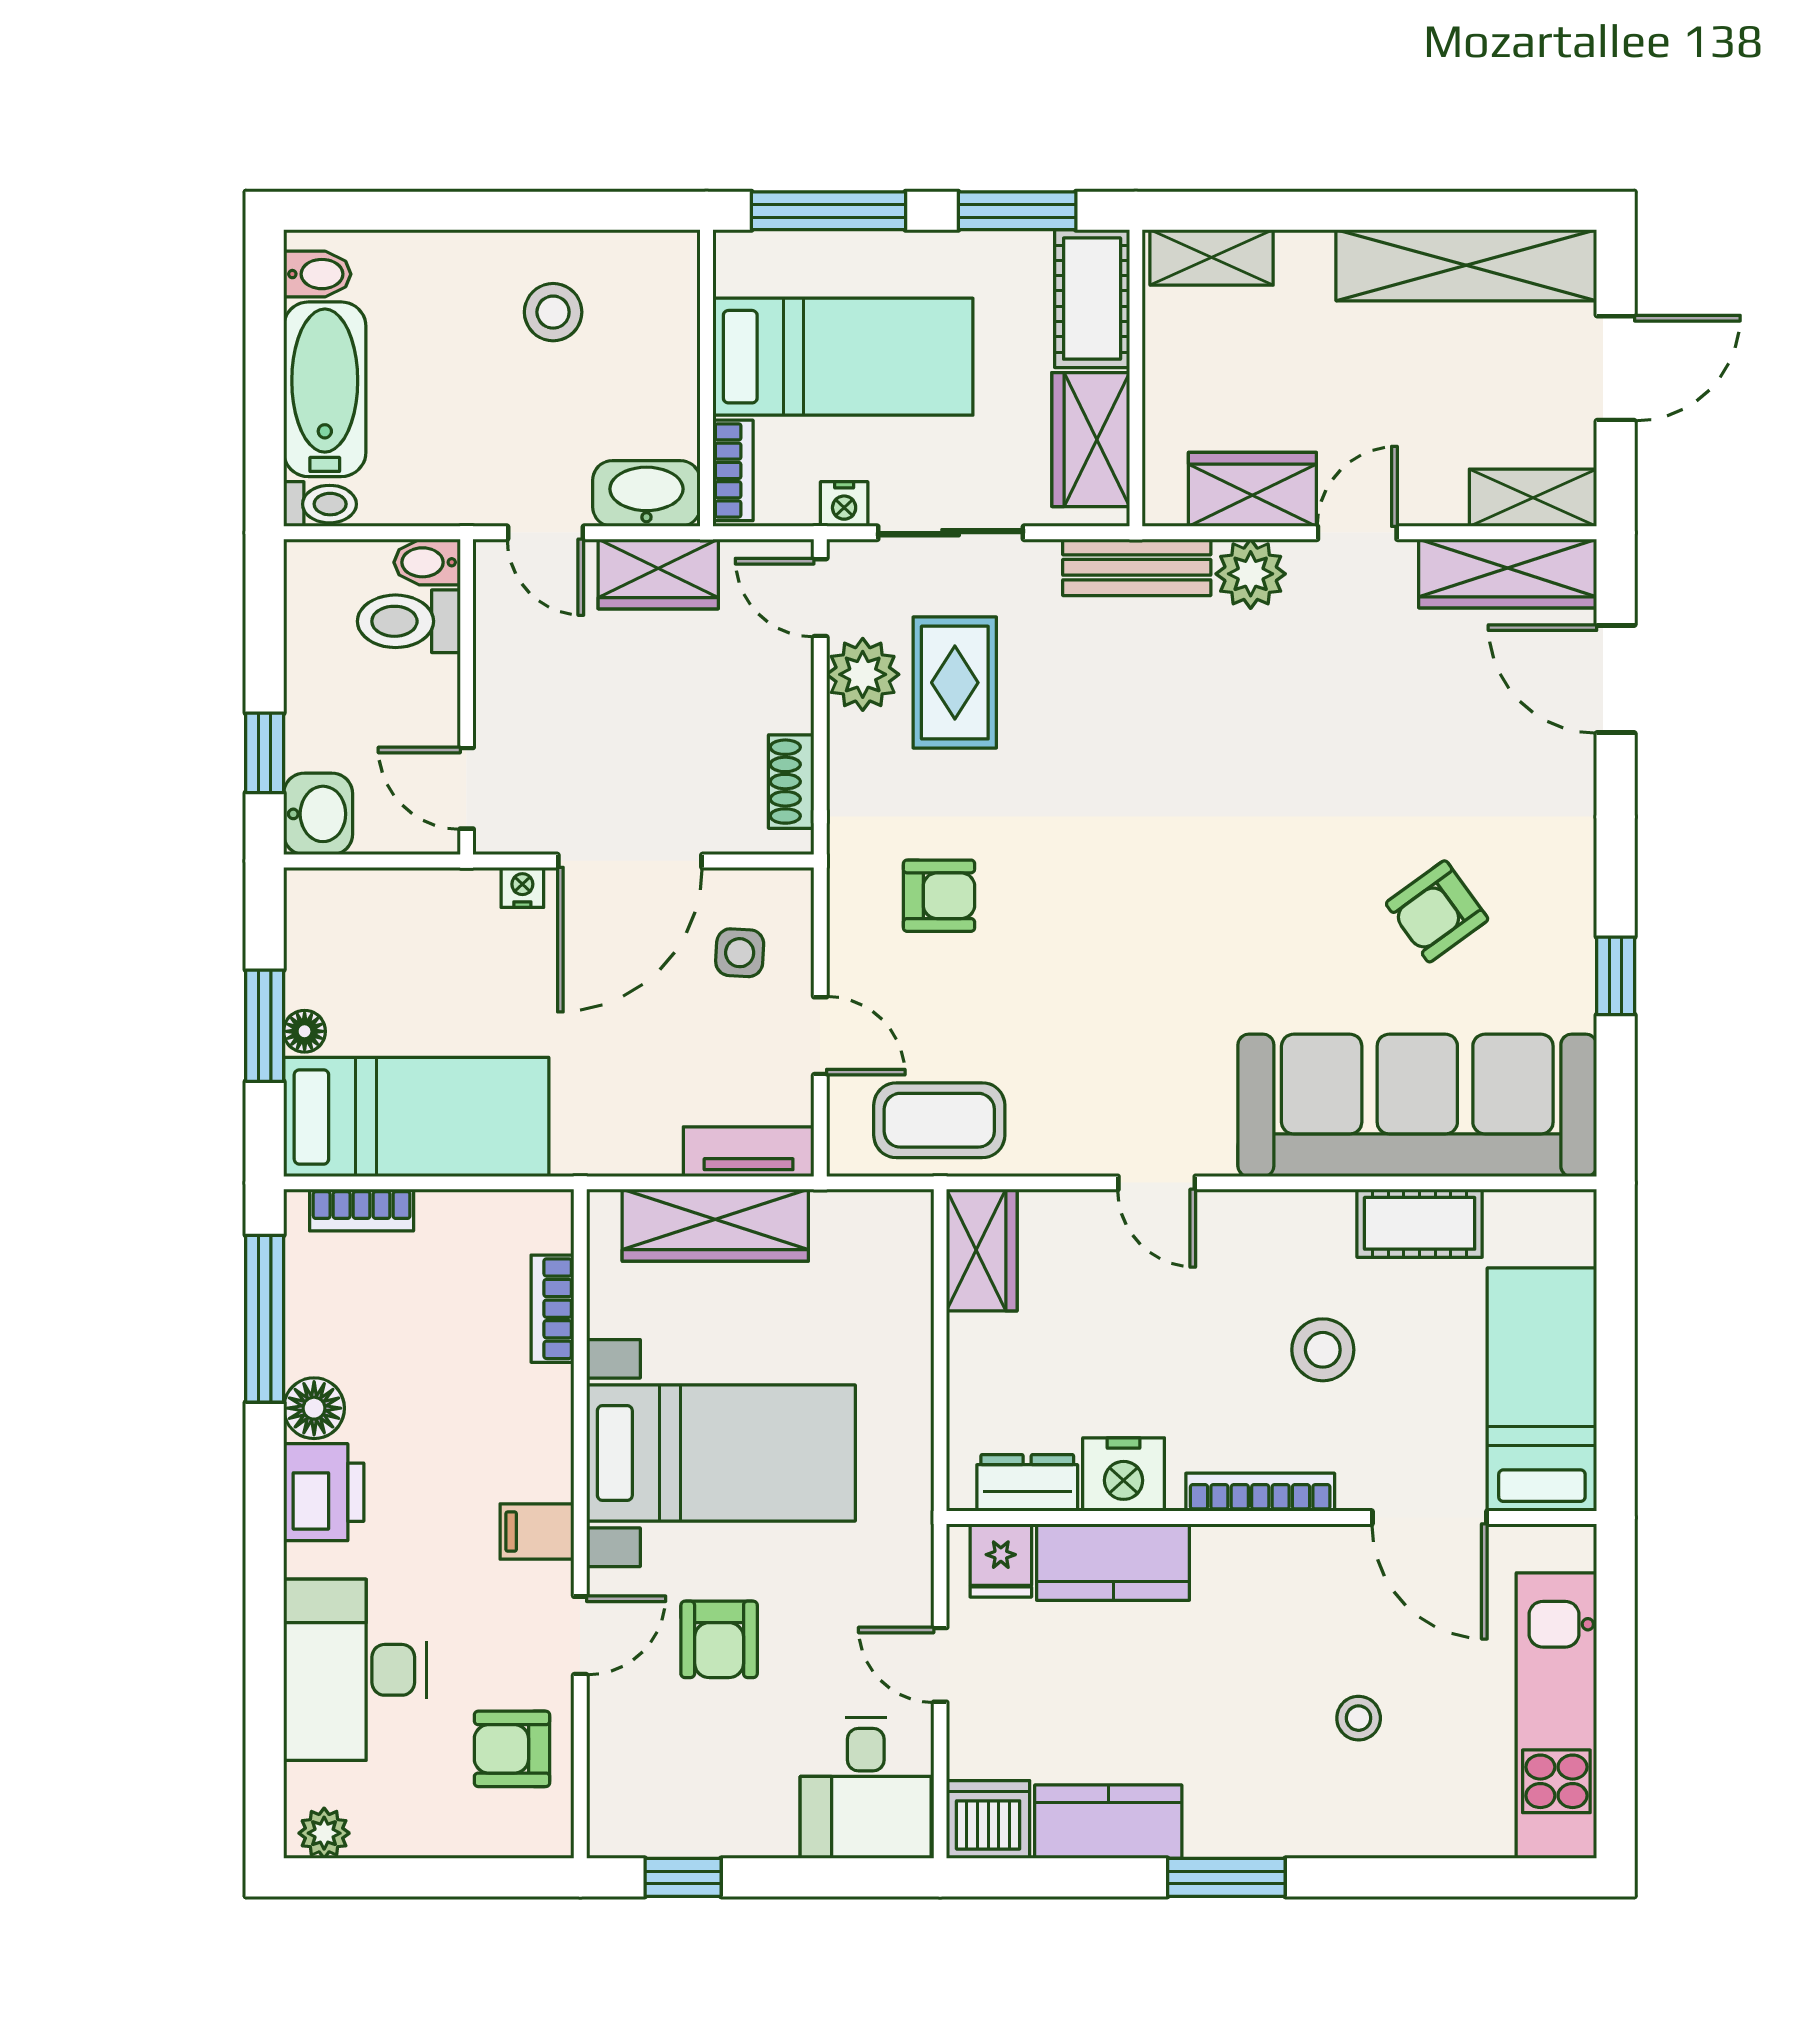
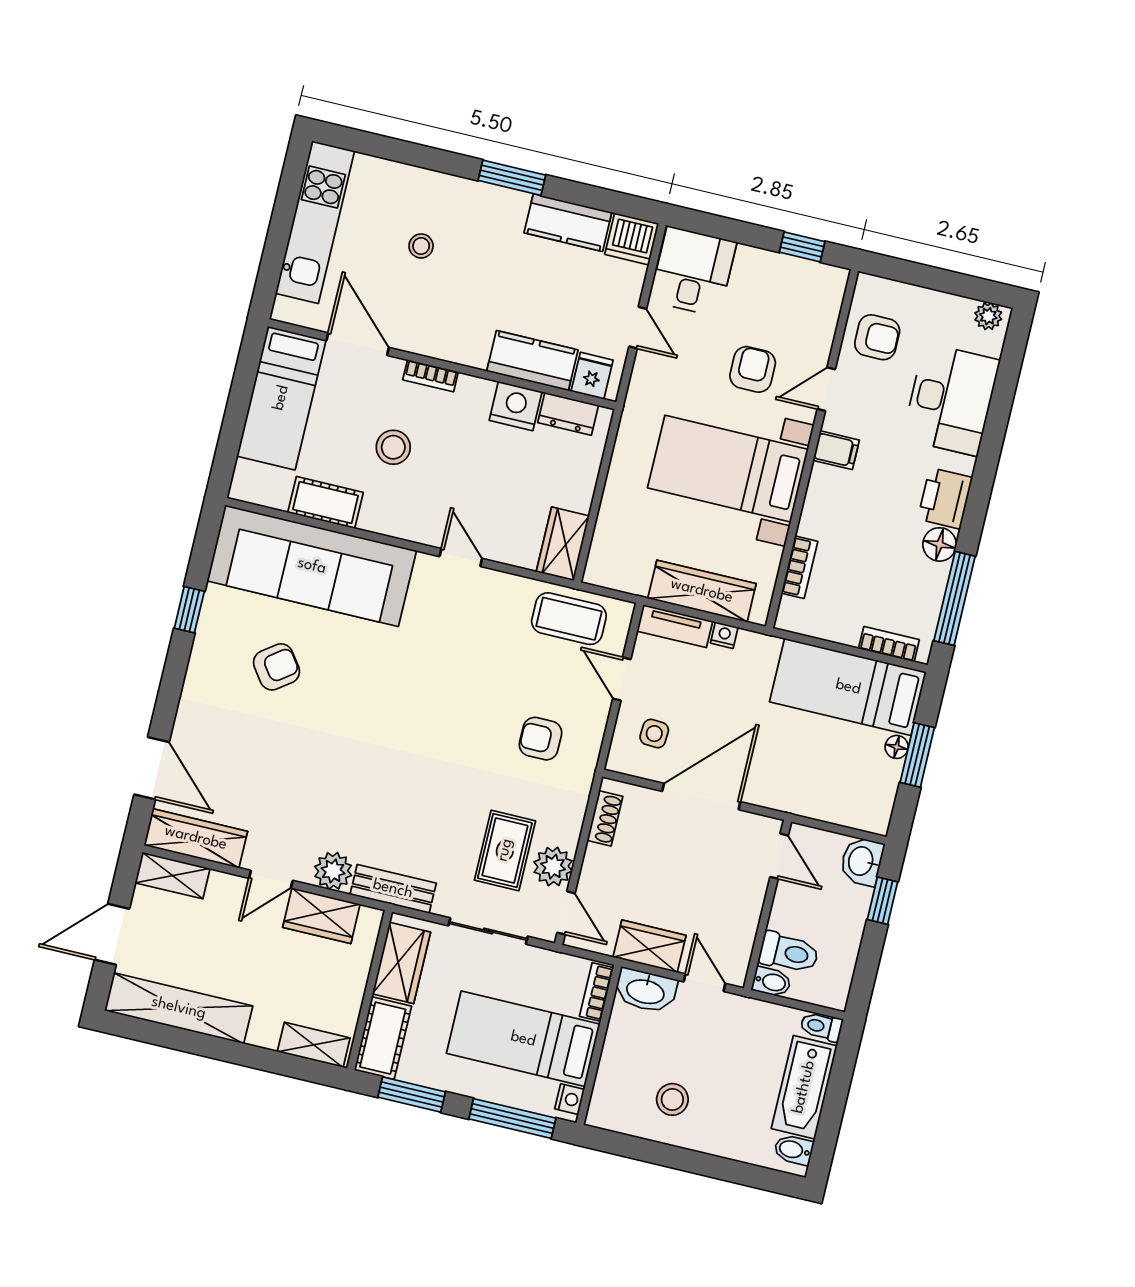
nightstand: (844, 504) -> (570, 1099), moved, turned 90
nightstand: (522, 887) -> (724, 635), moved, turned 180
bookcase: (1260, 1492) -> (431, 376), width x0.64

